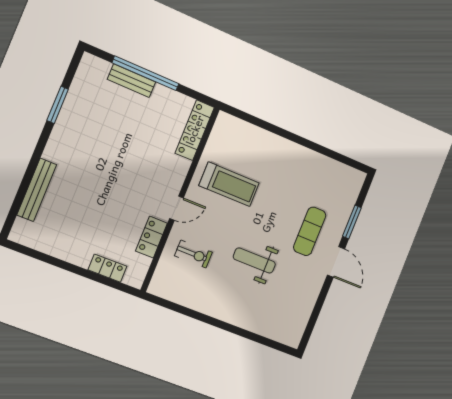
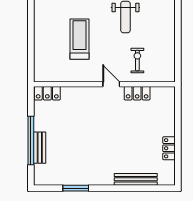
locker: (195, 130) -> (47, 93), width x0.66
treadmill: (229, 184) -> (80, 39), moved
locker: (107, 268) -> (169, 148), moved

